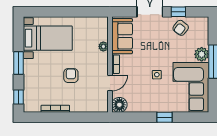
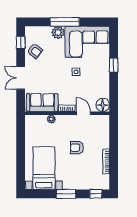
window: (178, 12) -> (21, 43), moved

